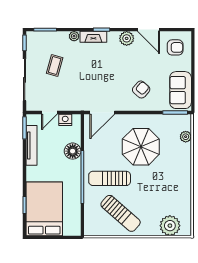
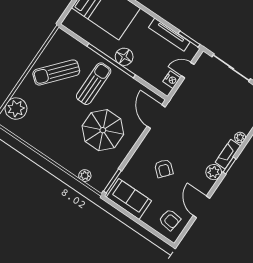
door: (148, 30) -> (201, 207), hinge flipped
plant: (127, 38) -> (214, 172), moved
armchair: (175, 47) -> (170, 220), turned -83
coffee table: (55, 66) -> (226, 103), removed
armchair: (141, 90) -> (164, 168), moved
door: (49, 112) -> (188, 70), hinge flipped
floor lamp: (73, 151) -> (124, 57), moved

